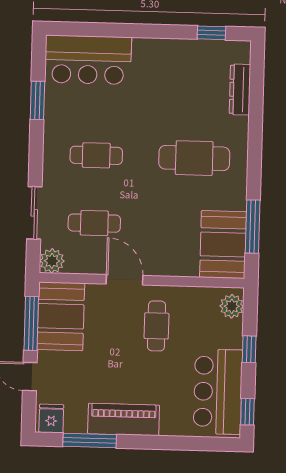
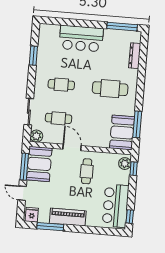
window: (211, 33) -> (122, 27), width x2.17
bar counter: (88, 60) -> (81, 39), moved
window: (249, 349) -> (134, 169), moved

